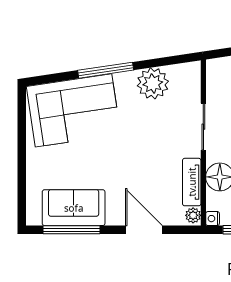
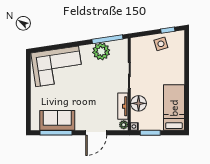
window: (106, 70) -> (107, 39), moved
door: (144, 230) -> (96, 133), swing flipped

